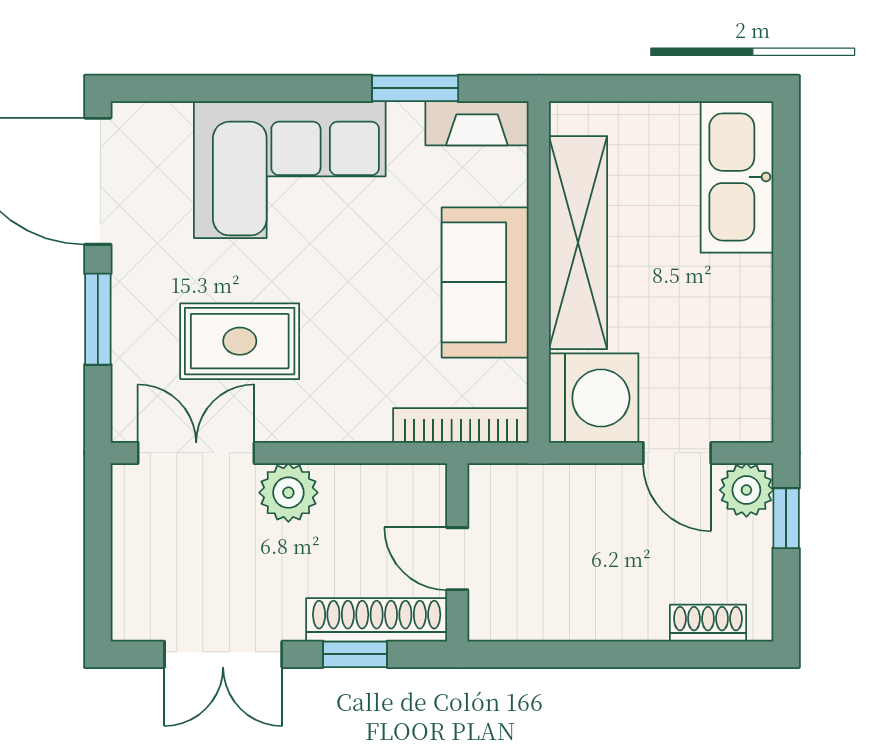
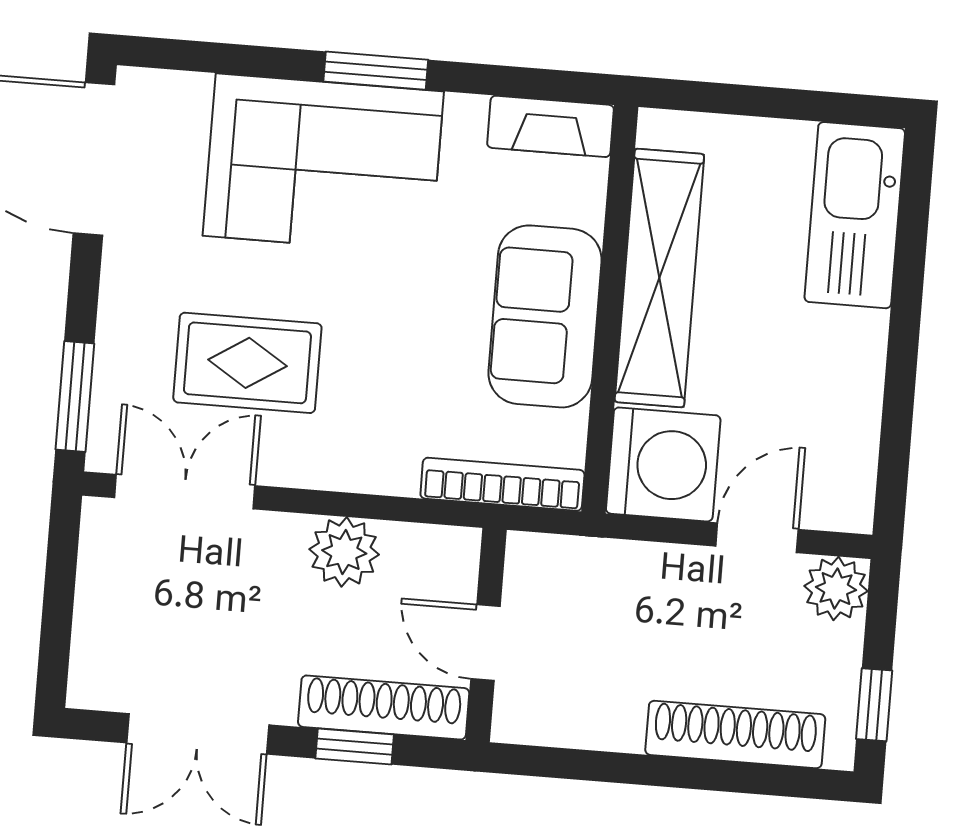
window: (415, 88) -> (376, 71), moved
window: (98, 319) -> (75, 397), moved
door: (677, 453) -> (757, 538), swing flipped
plant: (288, 493) -> (344, 552), moved
window: (786, 518) -> (874, 705), moved
shoe rack: (708, 623) -> (735, 734), width x1.94, depth x1.24

